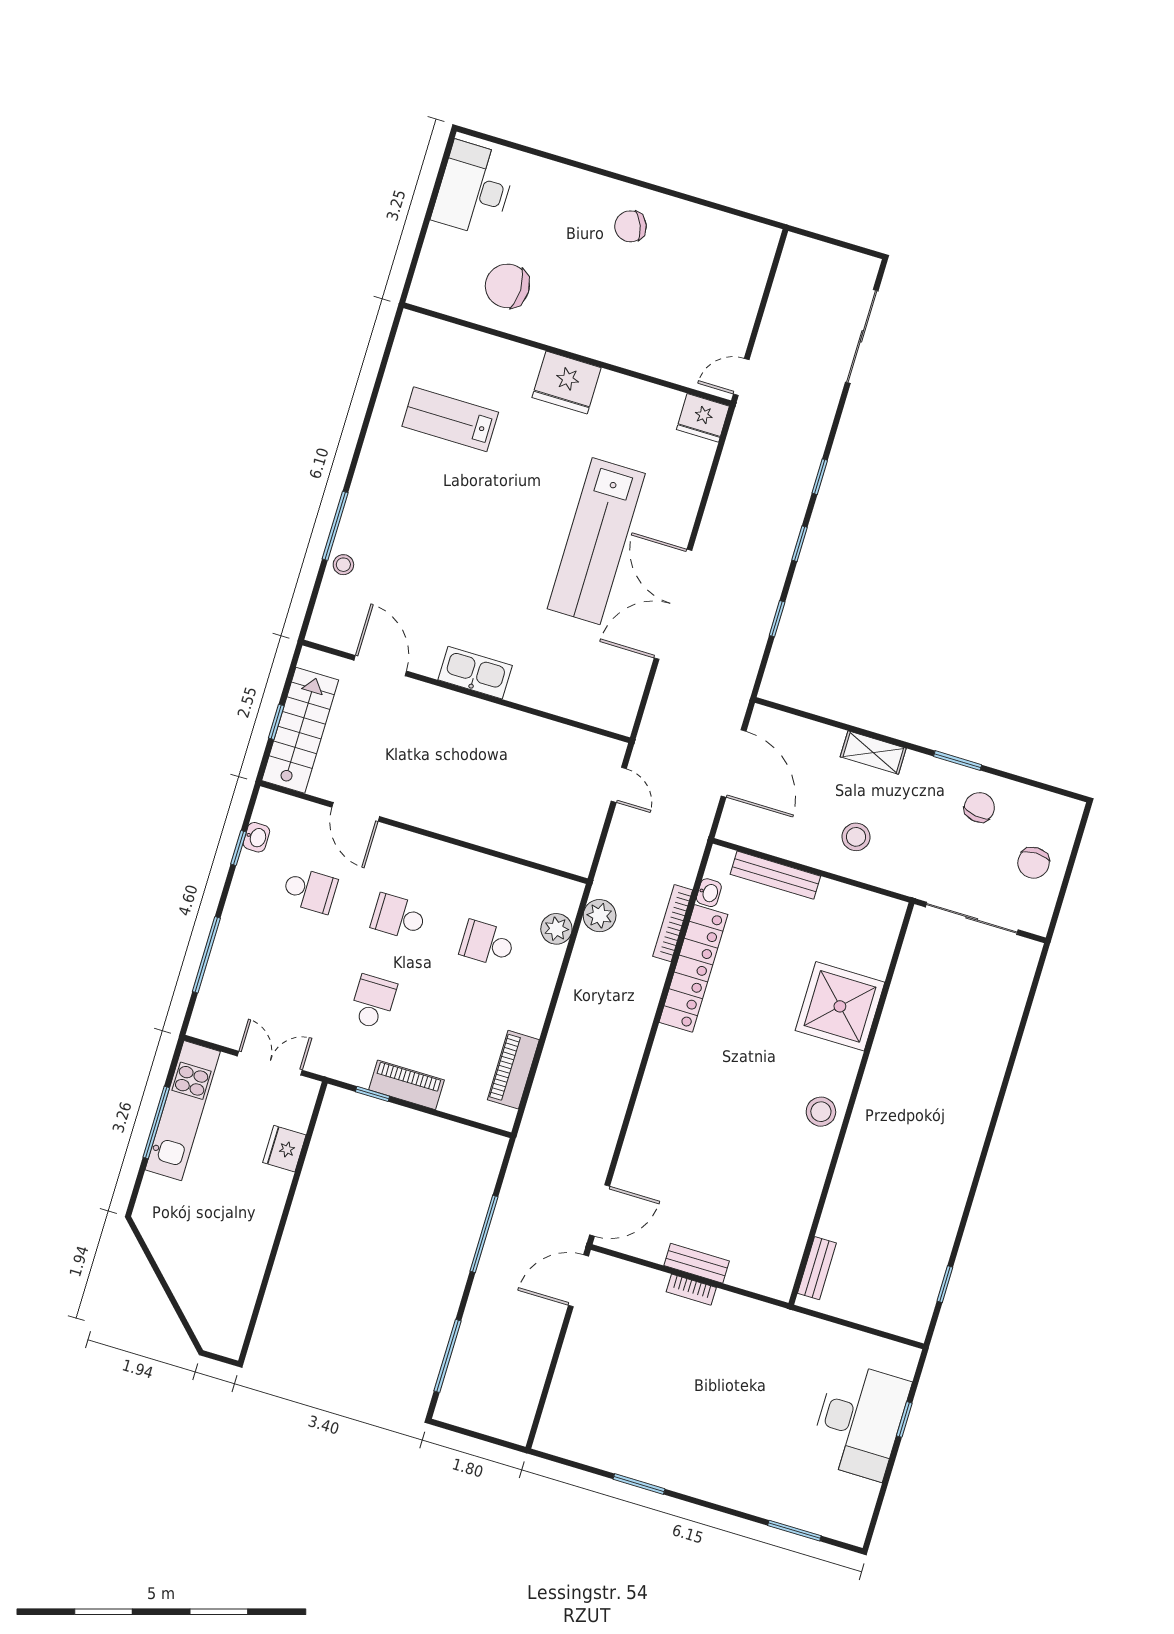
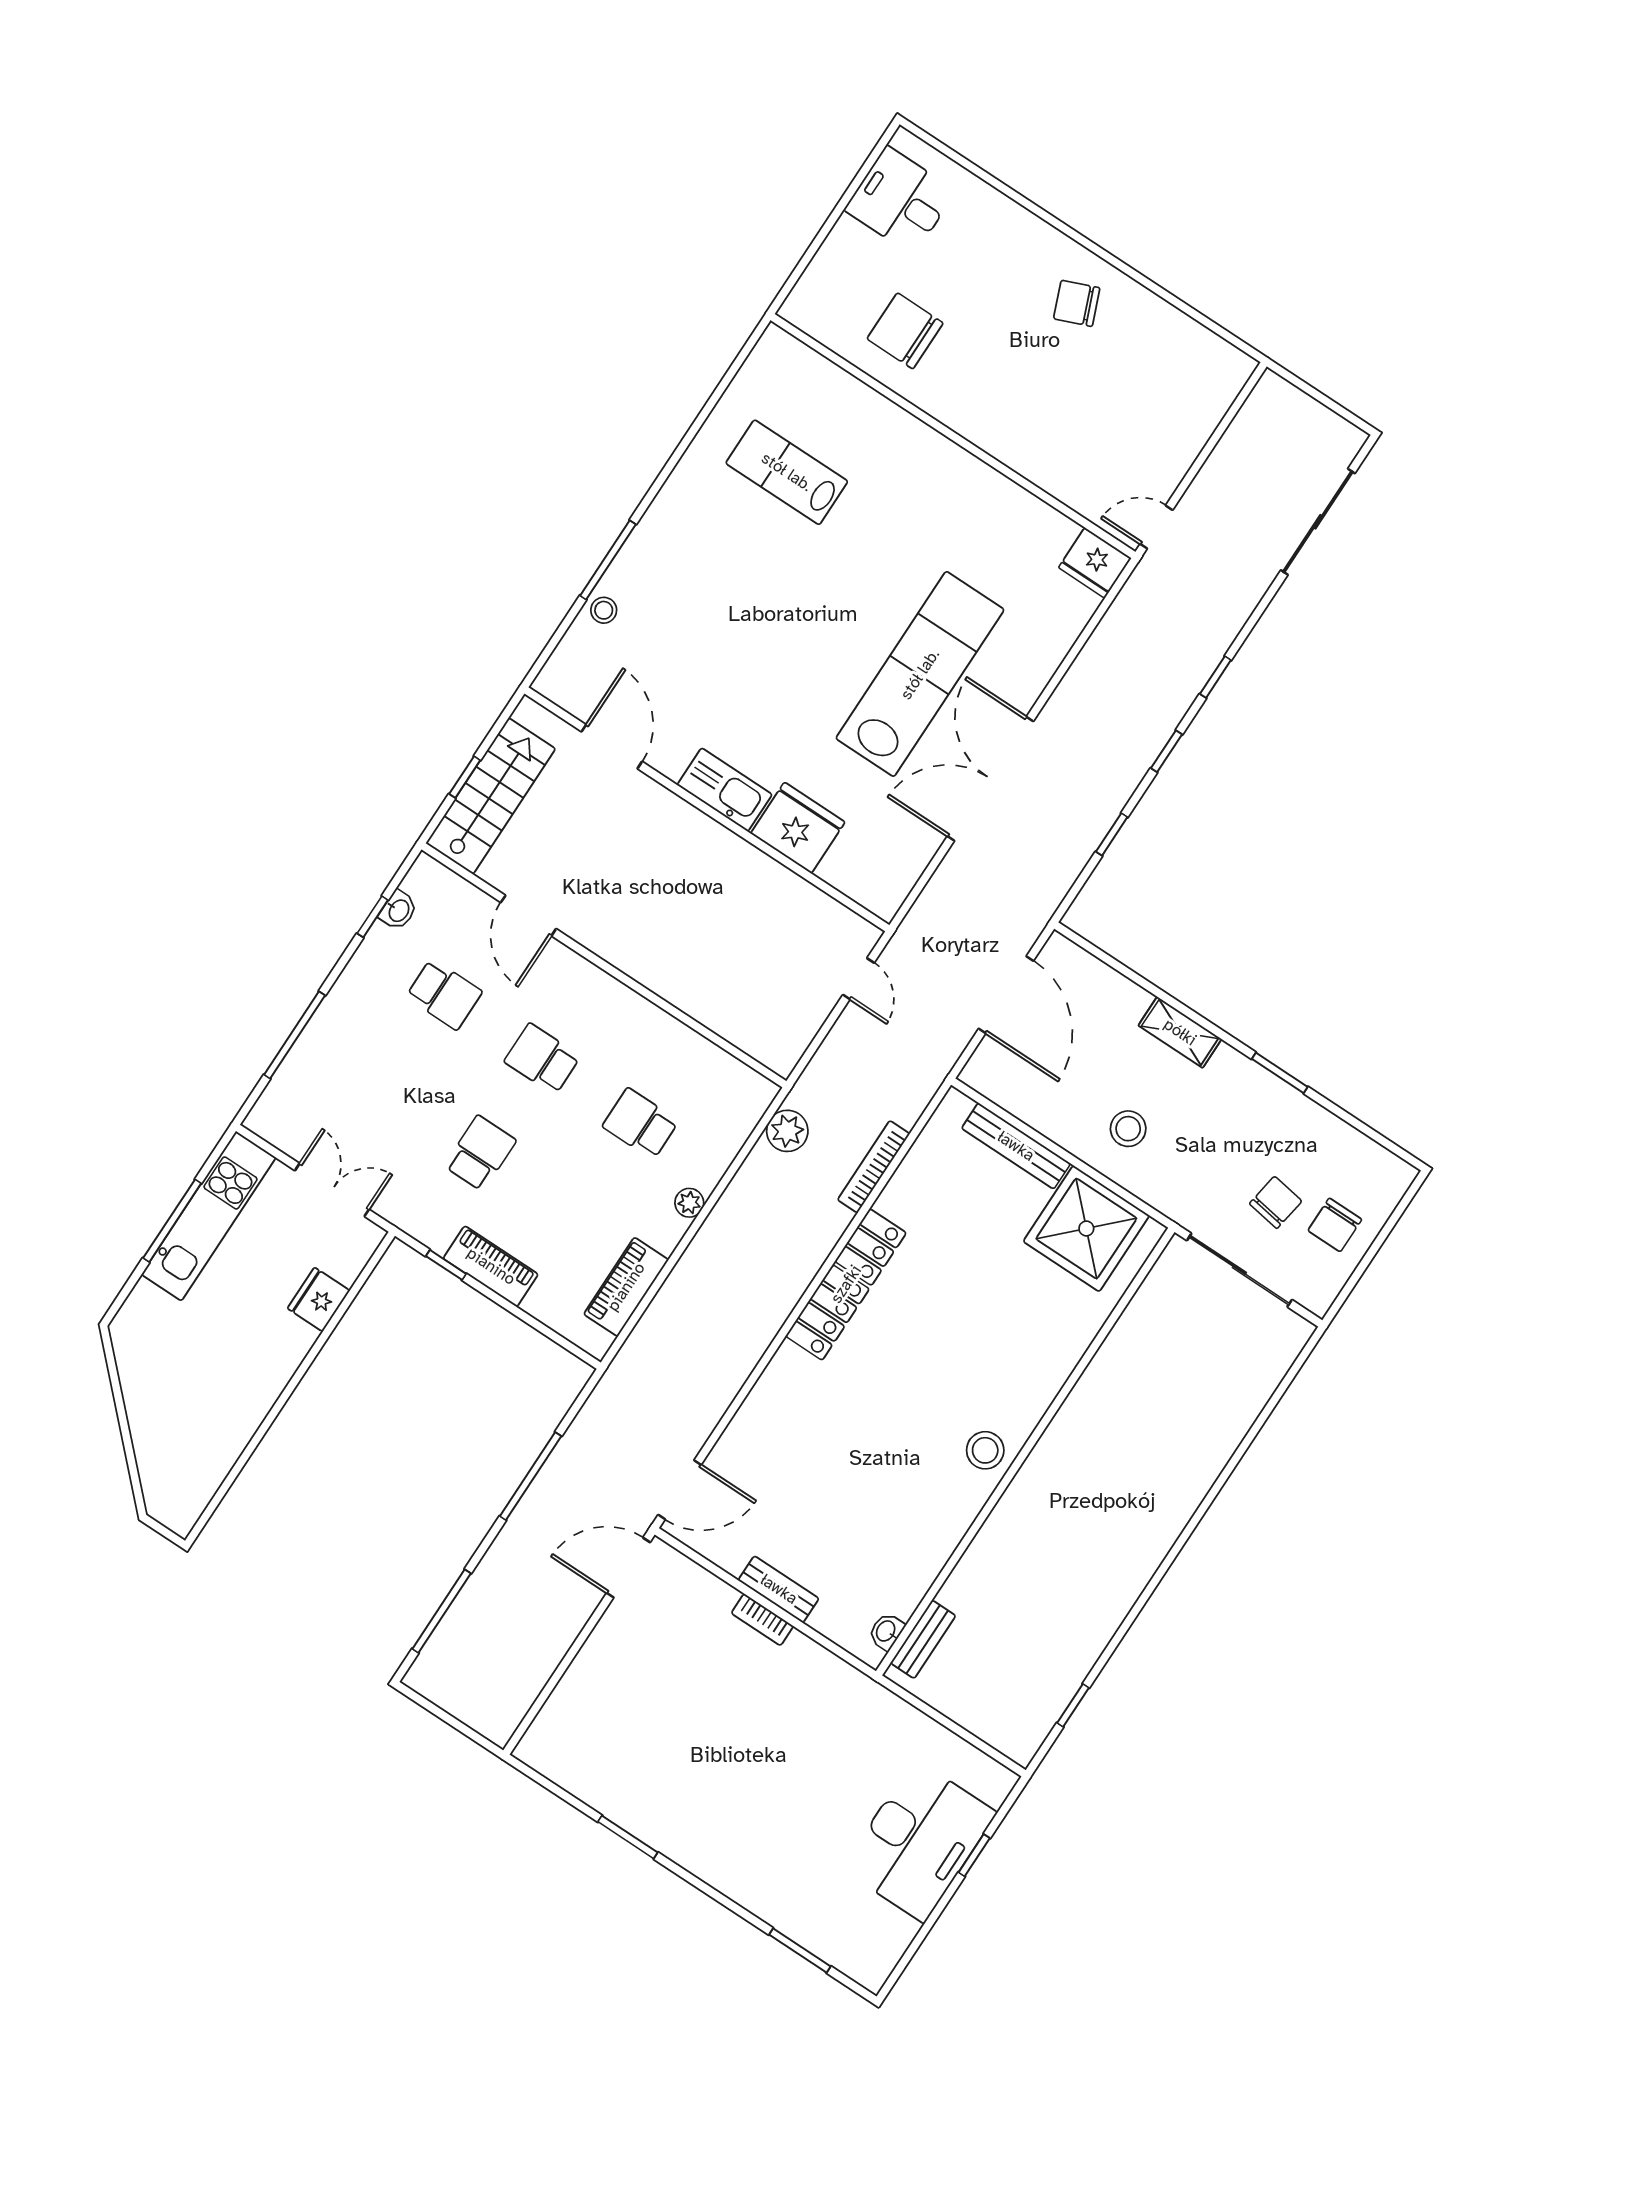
desk: (474, 189) -> (900, 200), width x0.73
fridge: (567, 383) -> (798, 828), moved, turned 180
lab bench: (596, 541) -> (920, 674), turned 180
chair: (979, 807) -> (1276, 1202), moved
washbasin: (709, 893) -> (886, 1631), moved, turned 180
plant: (556, 929) -> (689, 1203), moved, width x0.73, depth x0.73
locker: (693, 968) -> (846, 1284), moved
shower: (840, 1006) -> (1086, 1229), moved

